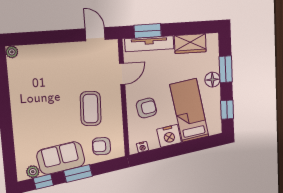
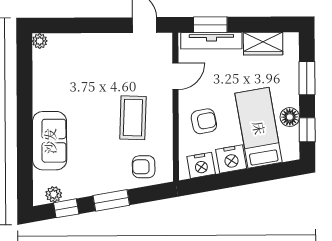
floor lamp: (212, 80) -> (290, 117), moved
nightstand: (142, 147) -> (201, 165), width x1.89, depth x1.79
sofa: (61, 158) -> (50, 141), moved, turned 100

